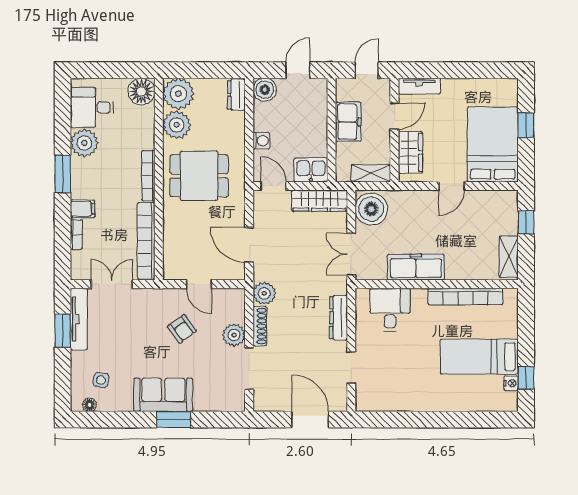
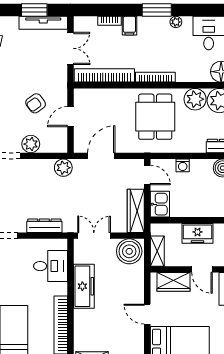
plant: (84, 143) -> (176, 22), width x0.53, depth x0.53
door: (274, 186) -> (147, 175), hinge flipped
shoe rack: (260, 326) -> (38, 164), removed

